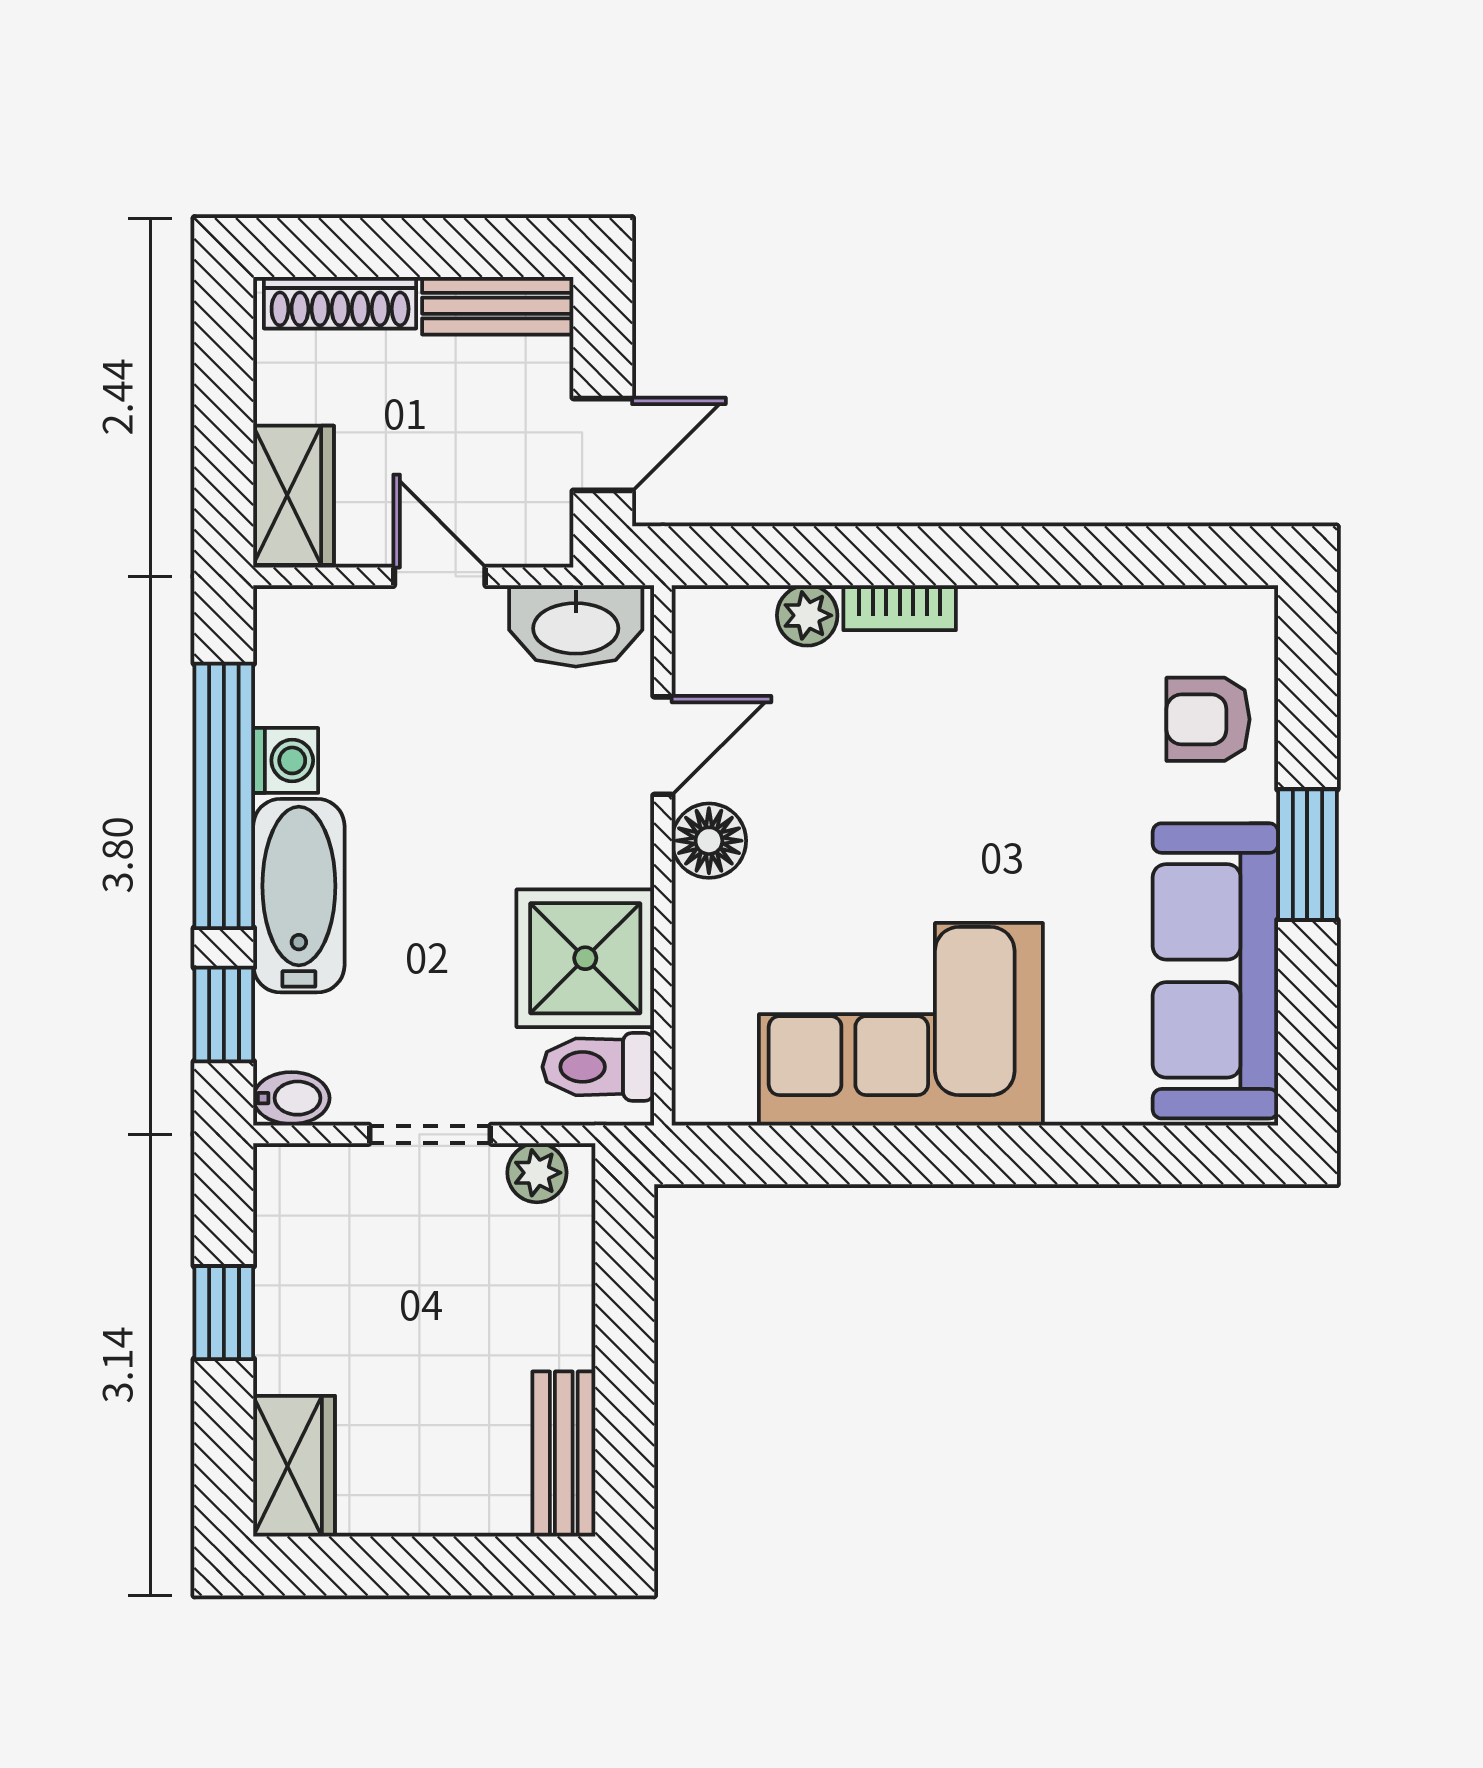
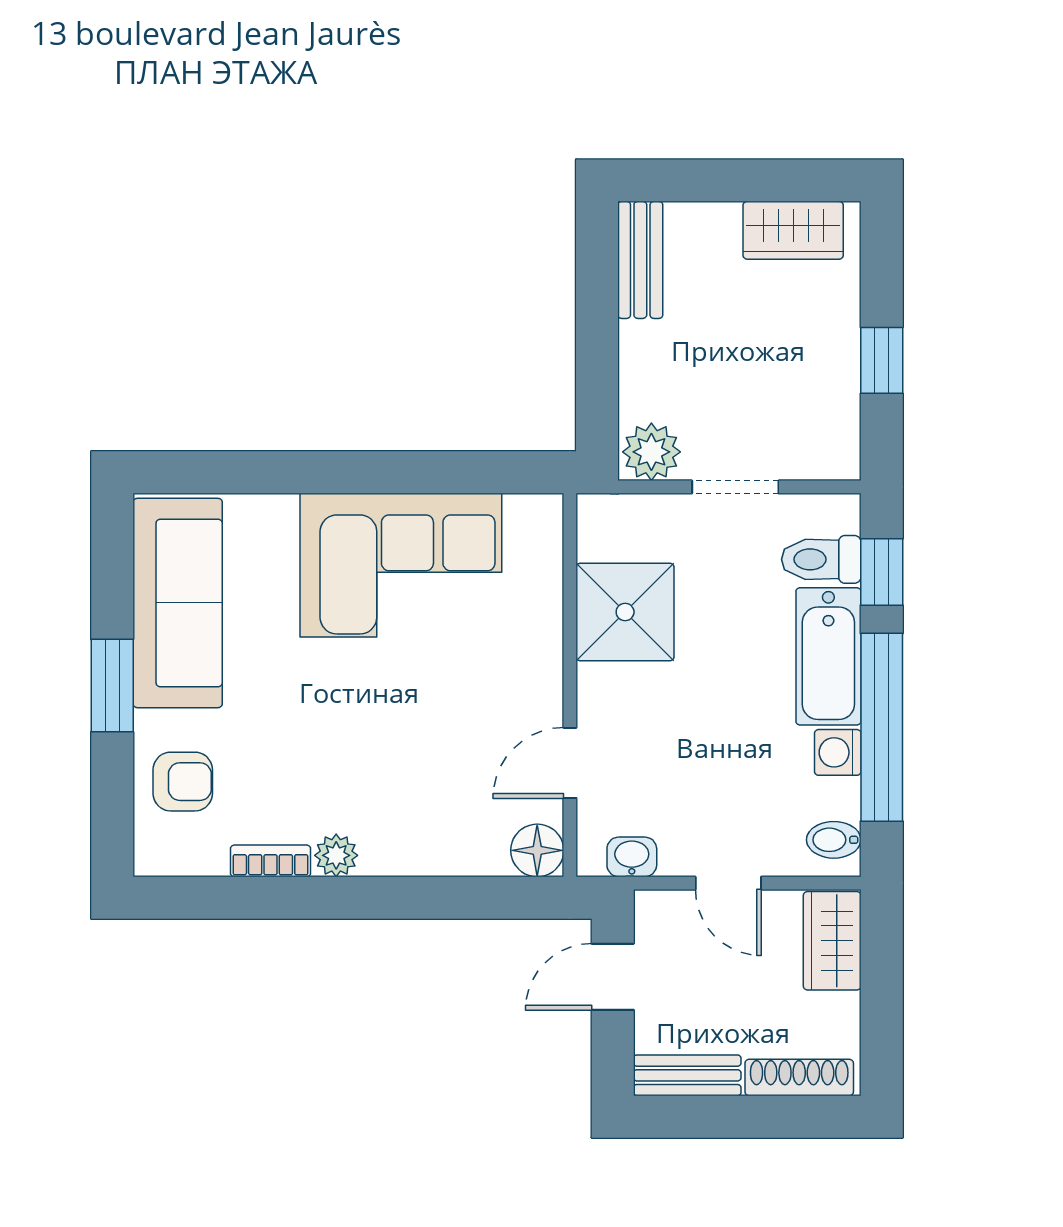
bookcase: (900, 608) -> (271, 861), moved
plant: (807, 615) -> (336, 855), moved
washbasin: (576, 626) -> (632, 857), width x0.52, depth x0.69
floor lamp: (709, 841) -> (537, 850), moved
toilet: (598, 1067) -> (821, 559), moved, turned 180
bidet: (291, 1098) -> (834, 840), moved
plant: (537, 1173) -> (651, 452), width x1.38, depth x1.38
wardrobe: (294, 1466) -> (793, 230), moved, turned -90

